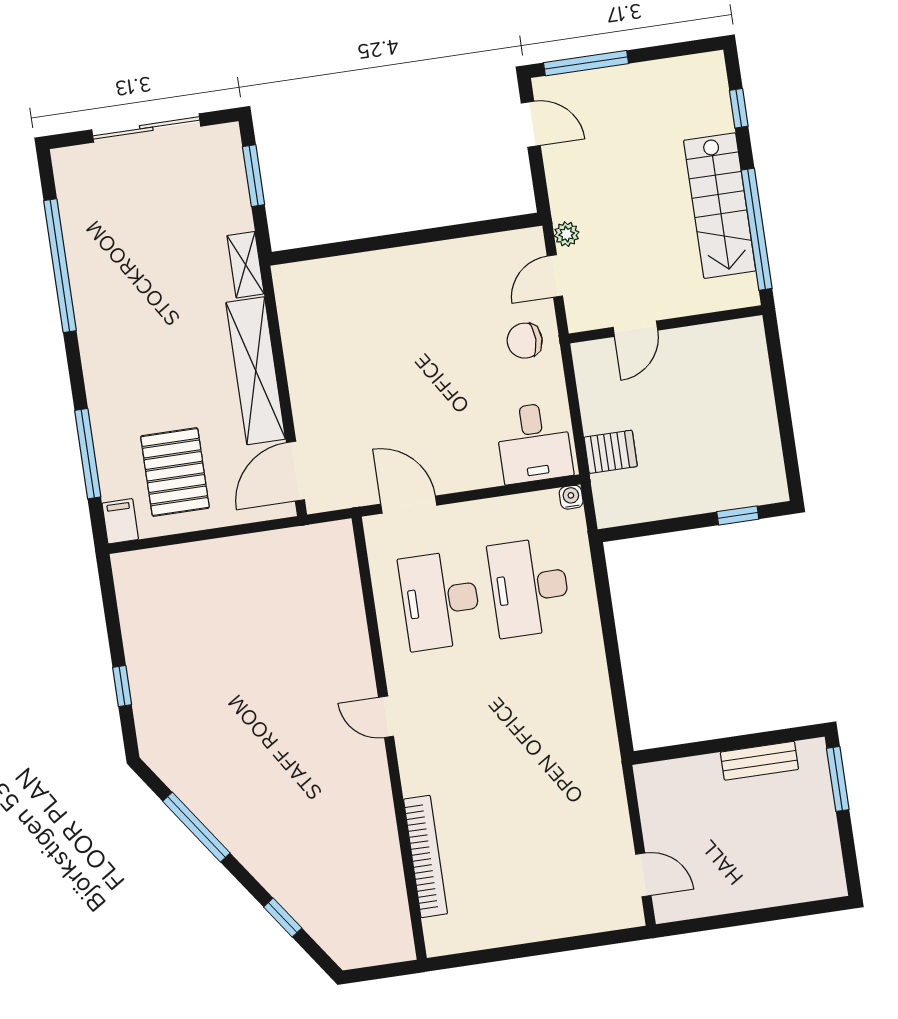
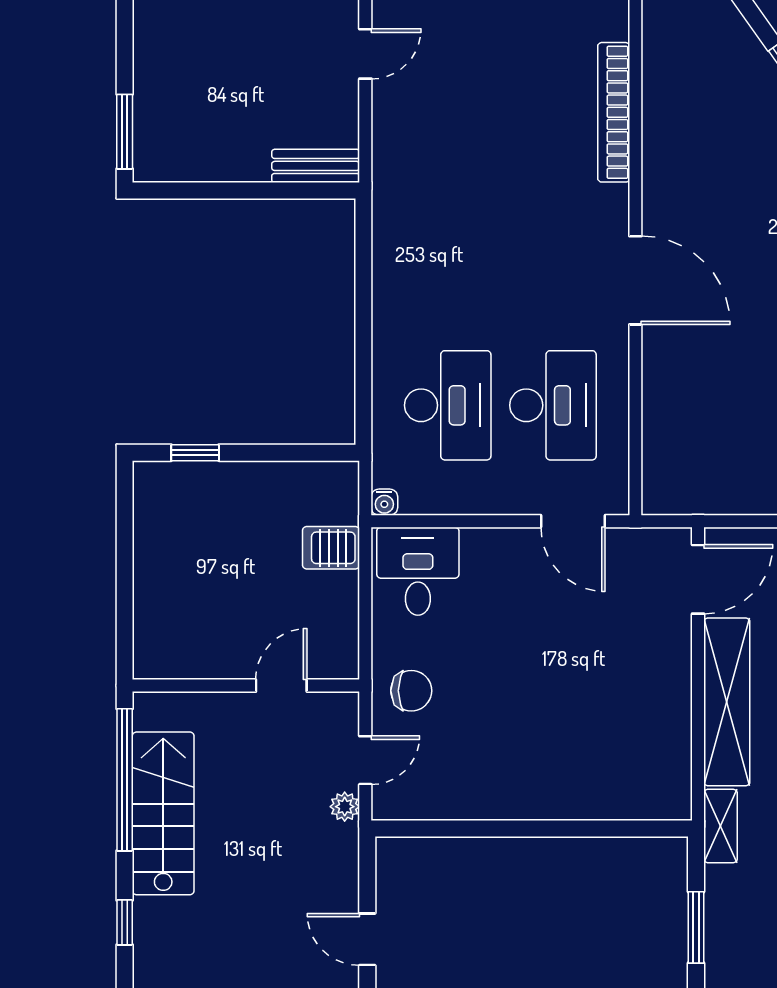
door: (386, 717) -> (635, 280), width x1.87
bench: (759, 761) -> (316, 166), moved
door: (643, 875) -> (365, 54), swing flipped

